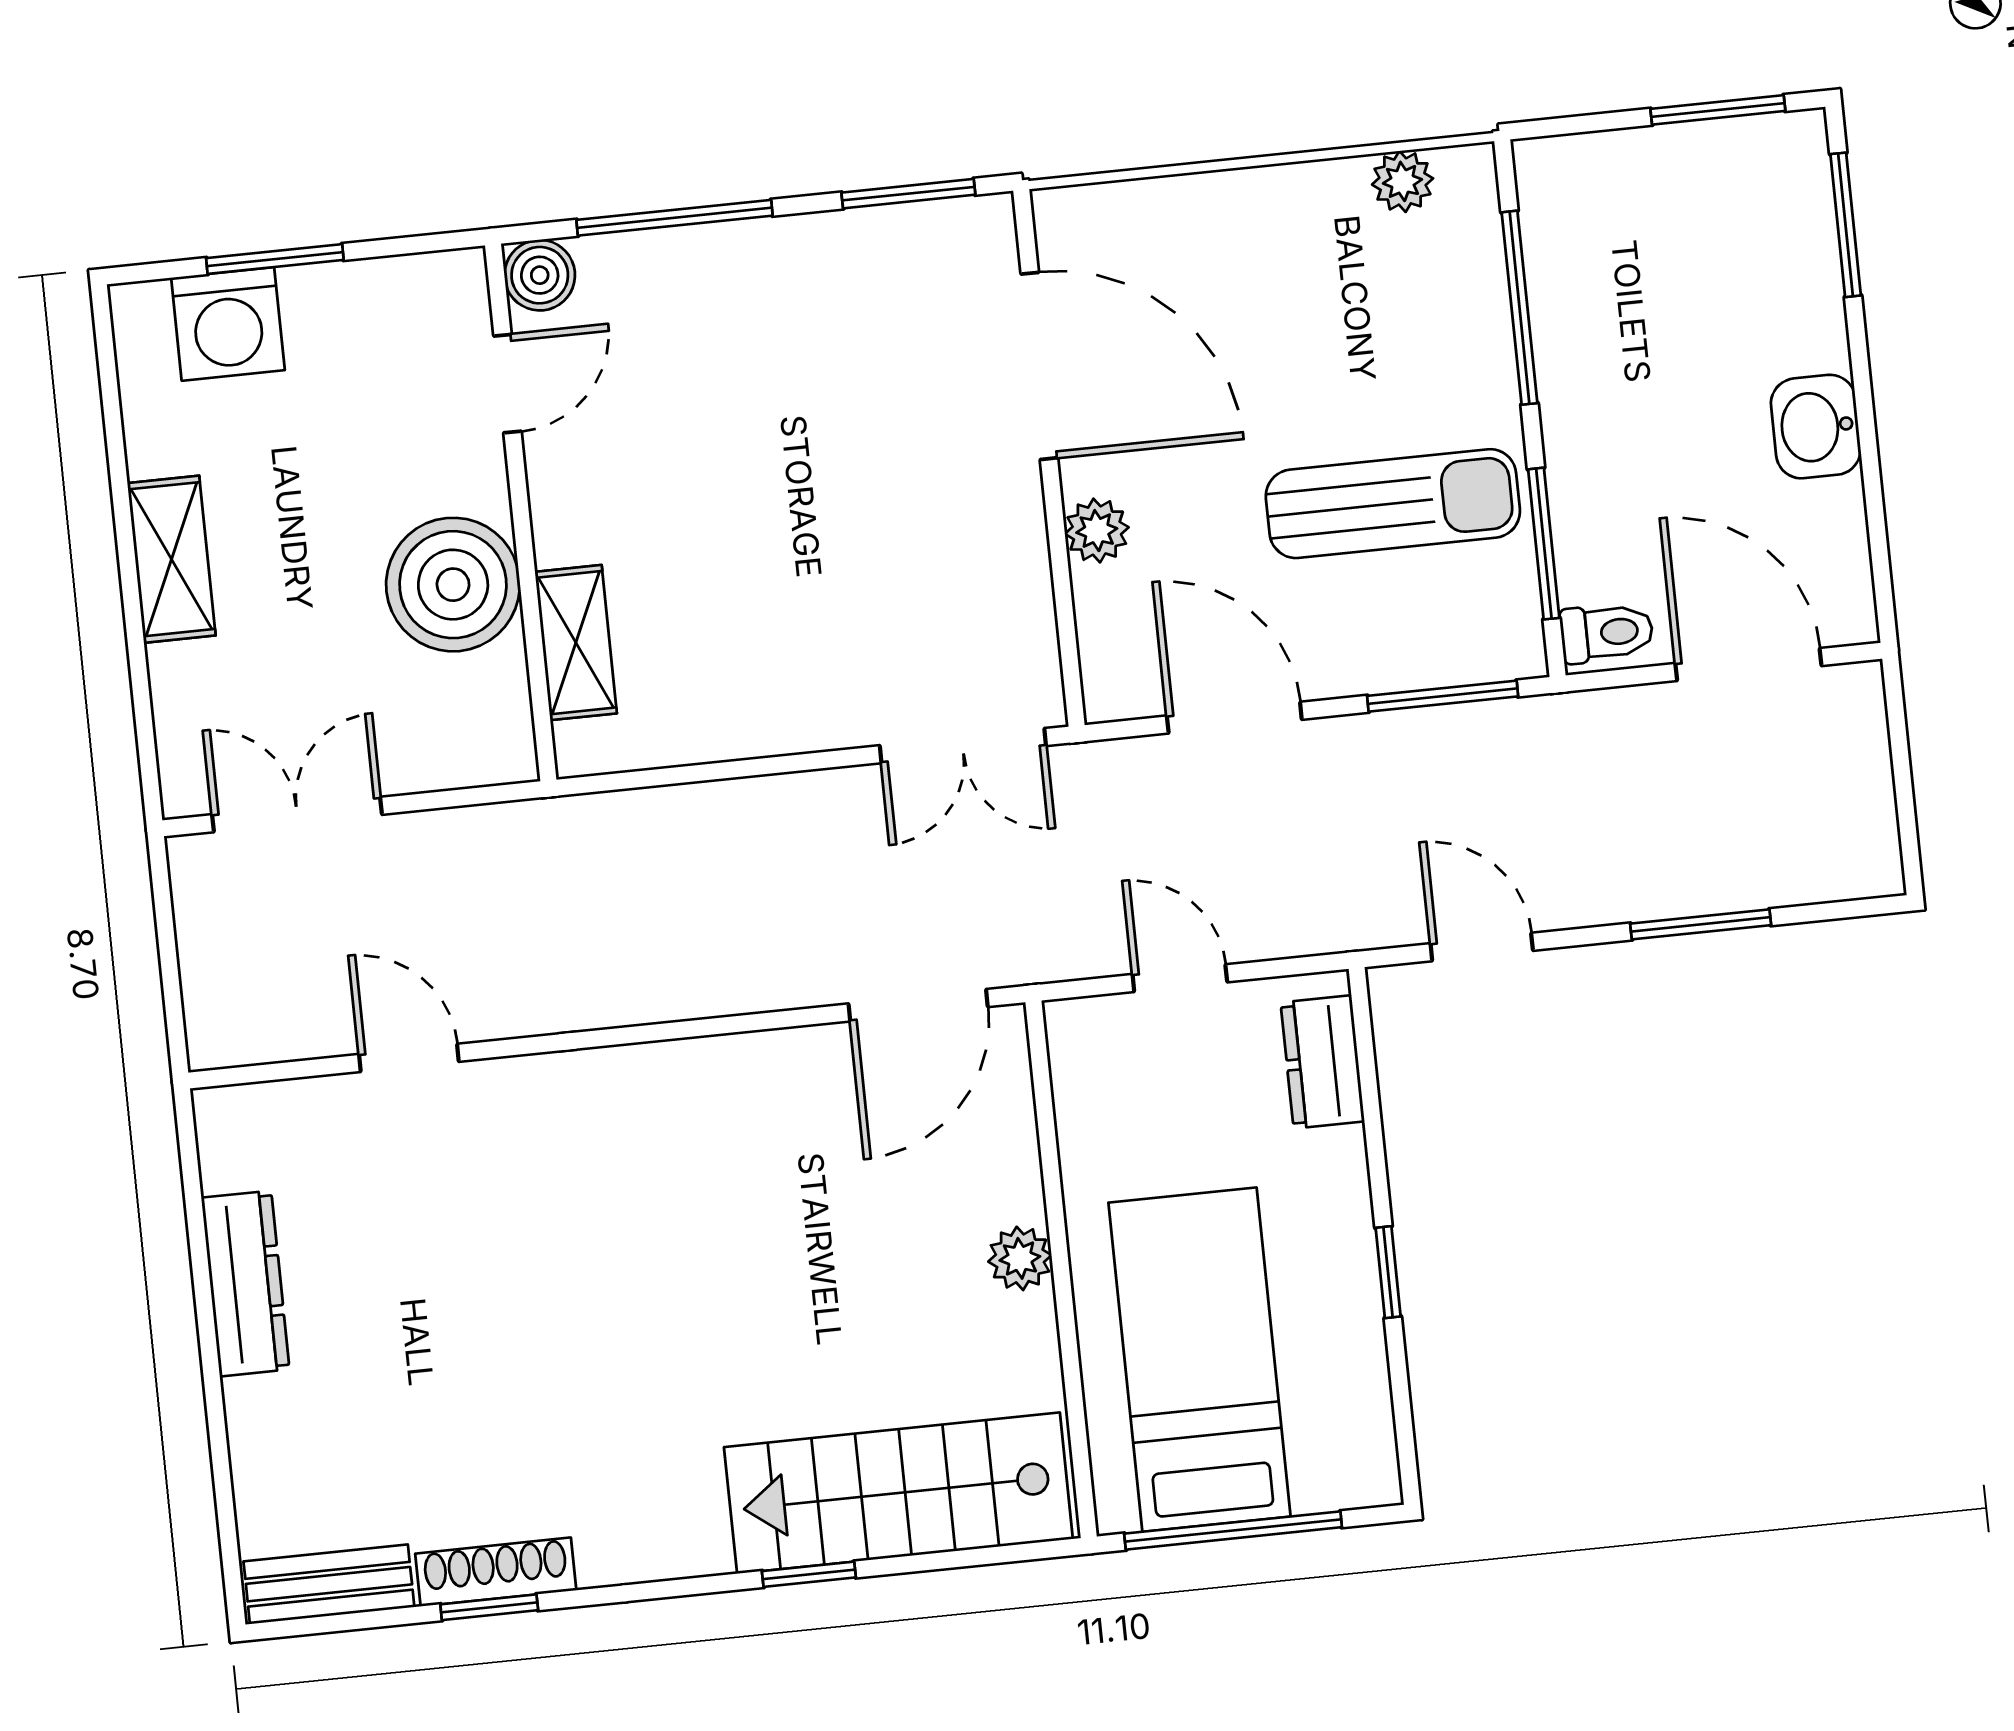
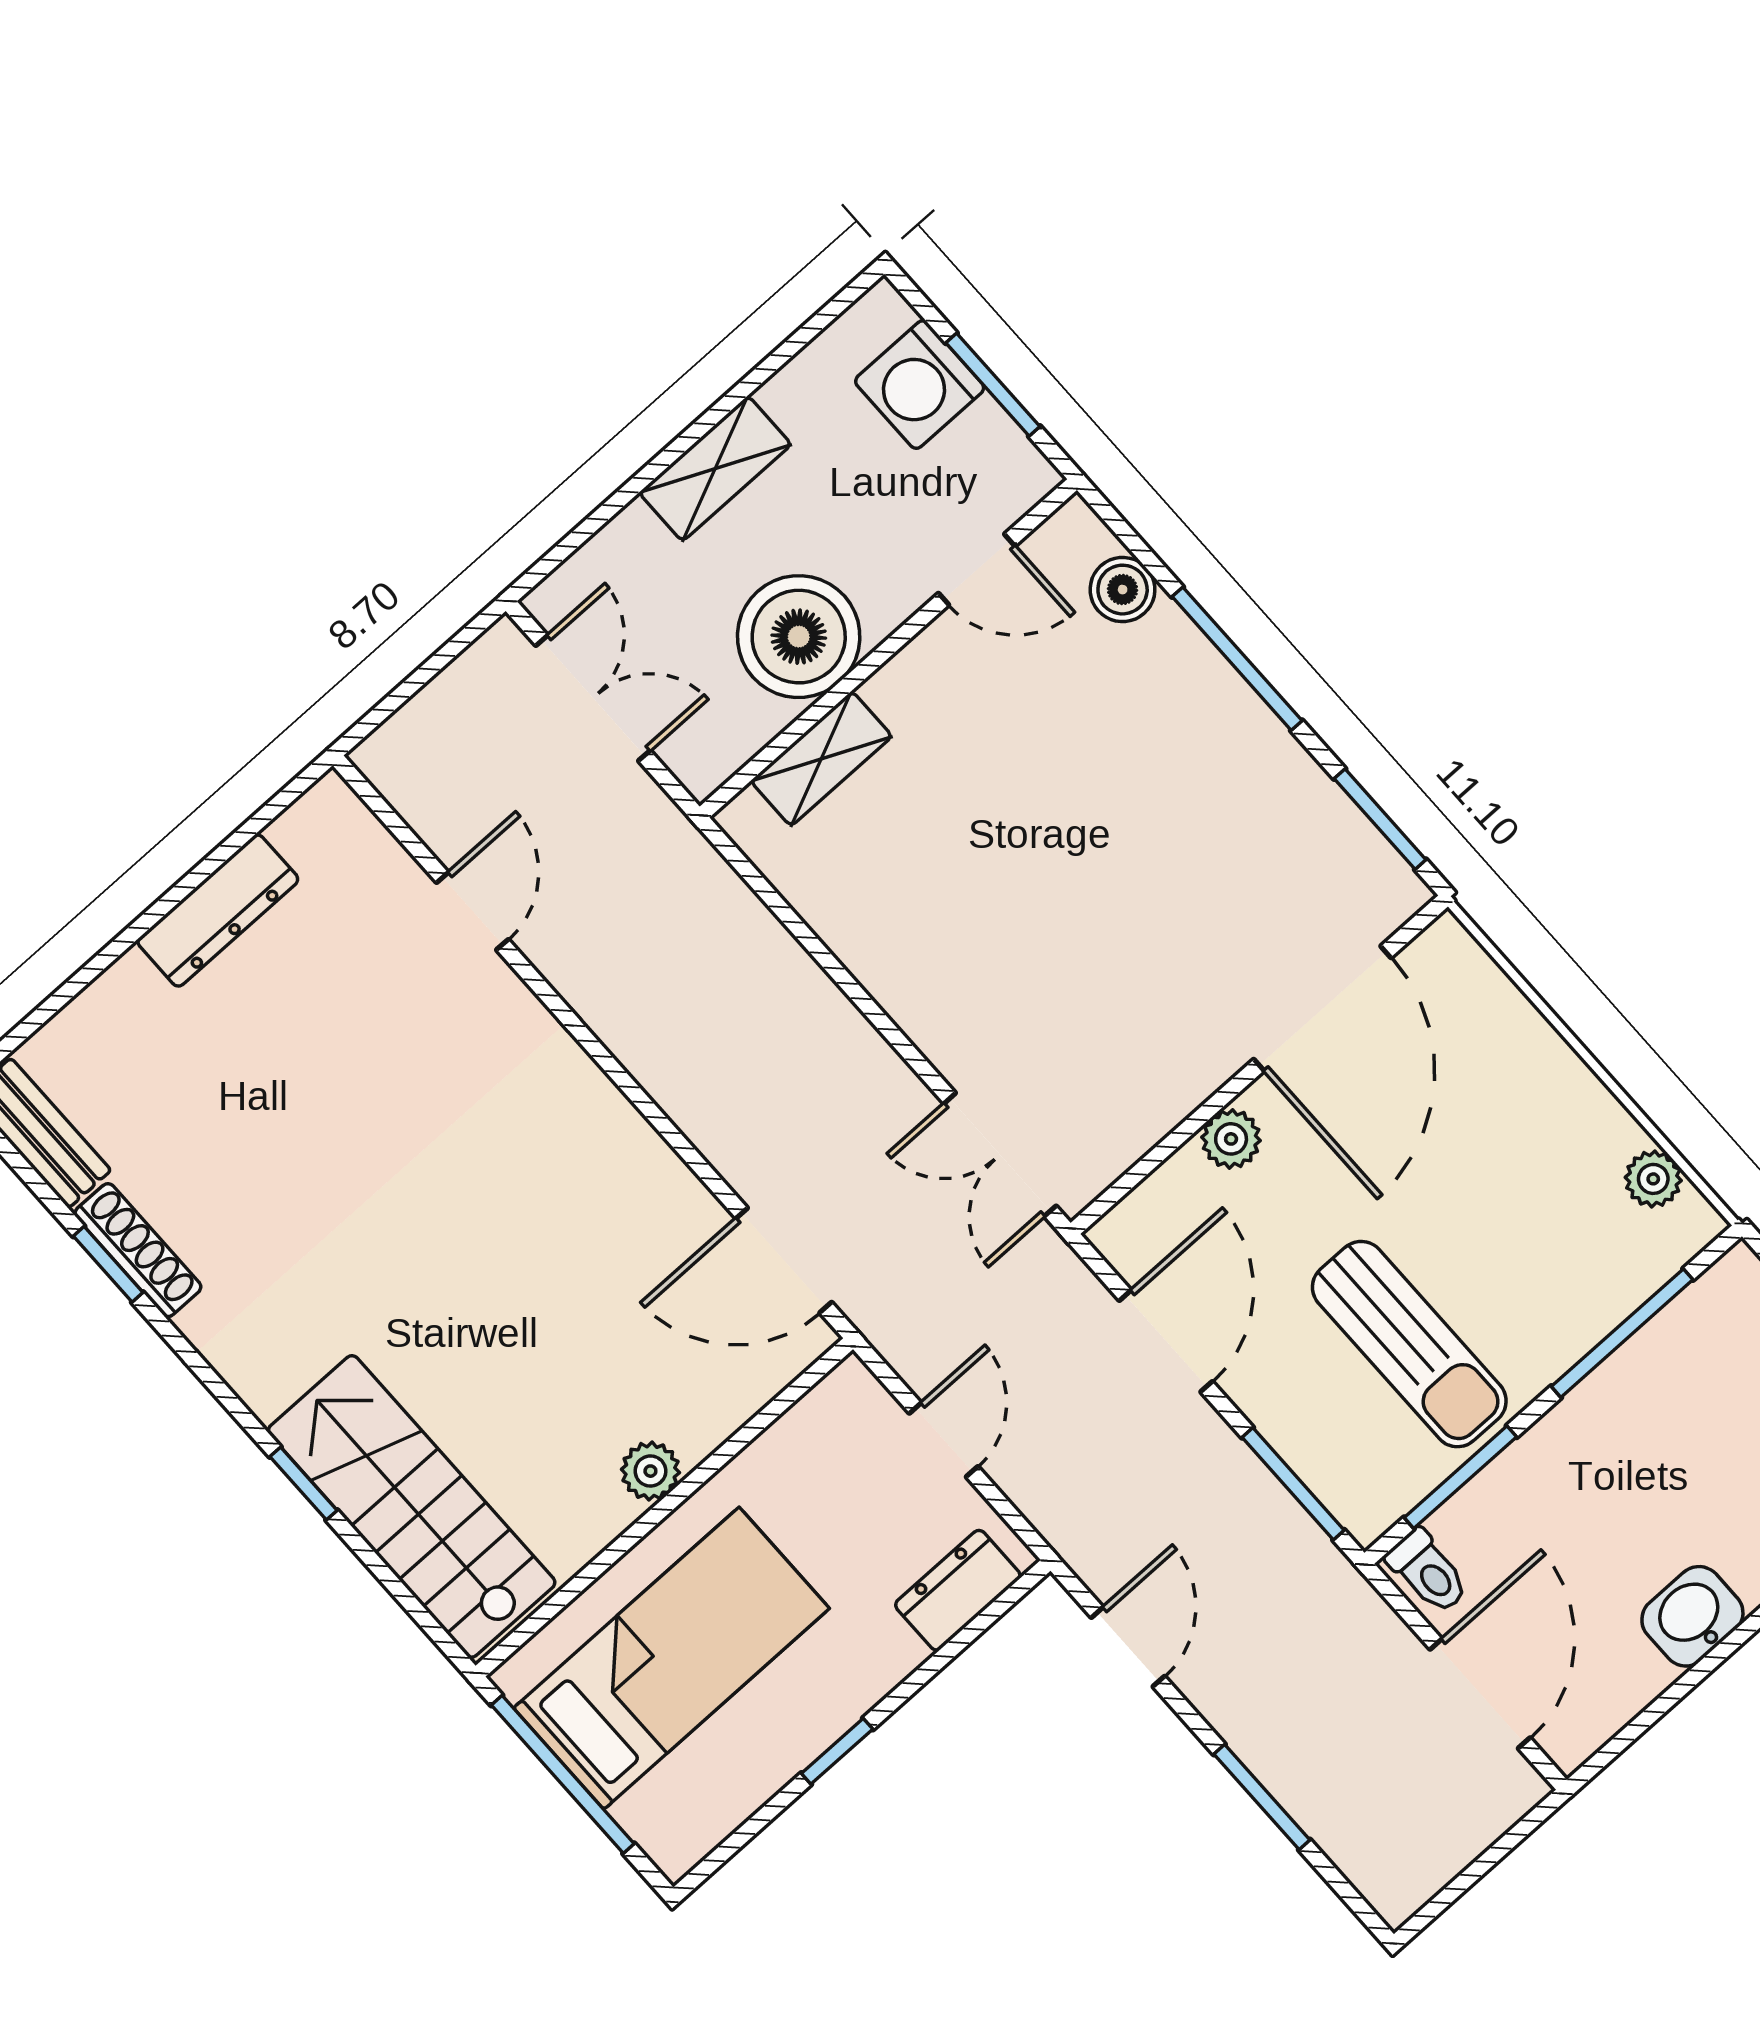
door: (507, 384) -> (977, 570), moved
wall: (521, 513) -> (888, 648), moved
boiler: (453, 585) -> (799, 637), moved
shelving: (576, 643) -> (821, 759), moved

